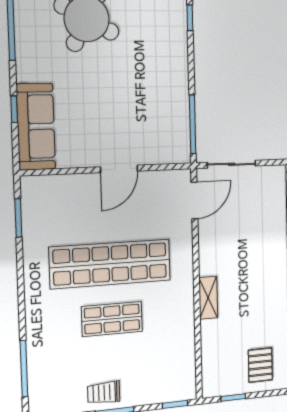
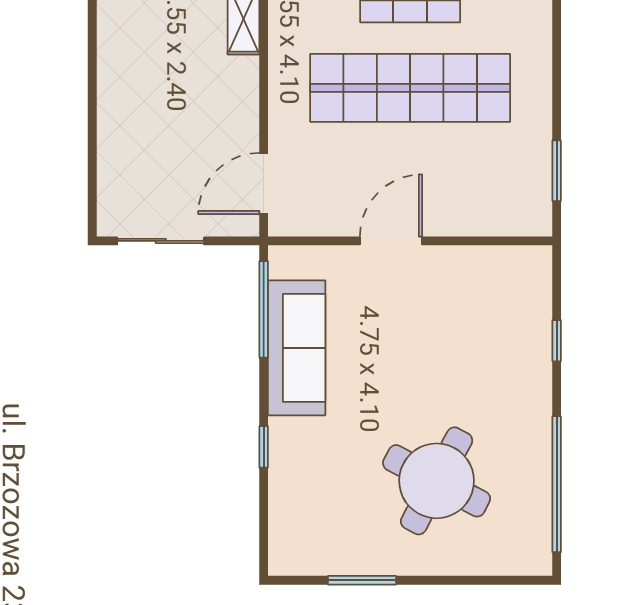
window: (190, 18) -> (264, 447), moved
sofa: (36, 127) -> (297, 348), moved, turned 180
sliding door: (232, 164) -> (161, 241), moved

